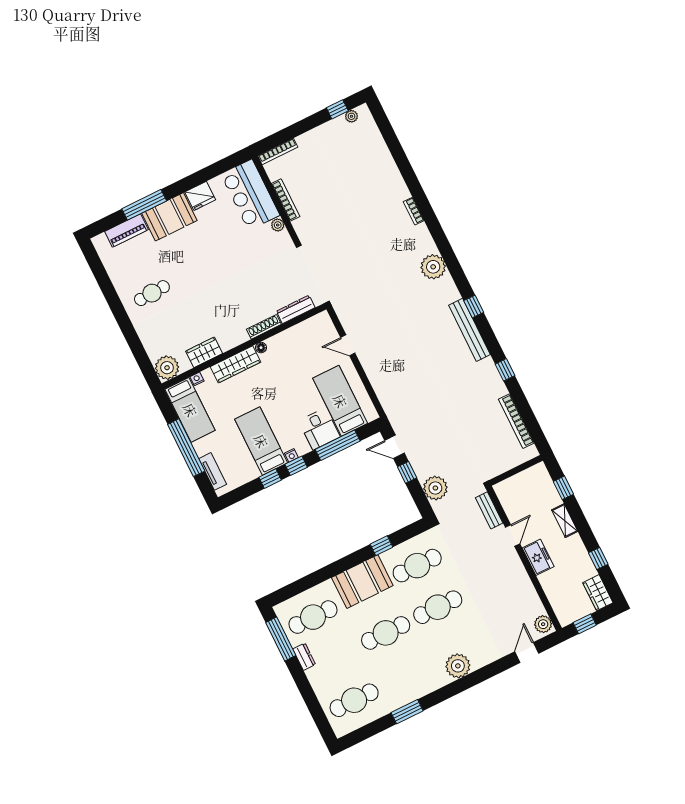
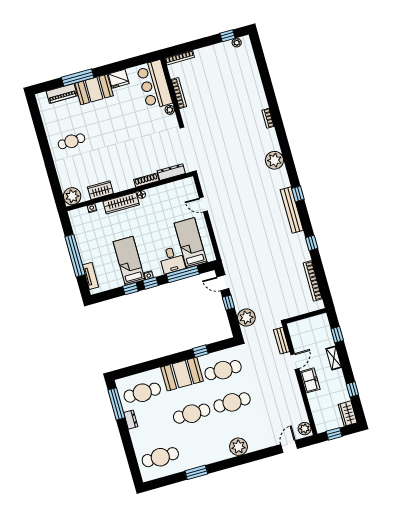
bed: (190, 410) -> (83, 229), removed

